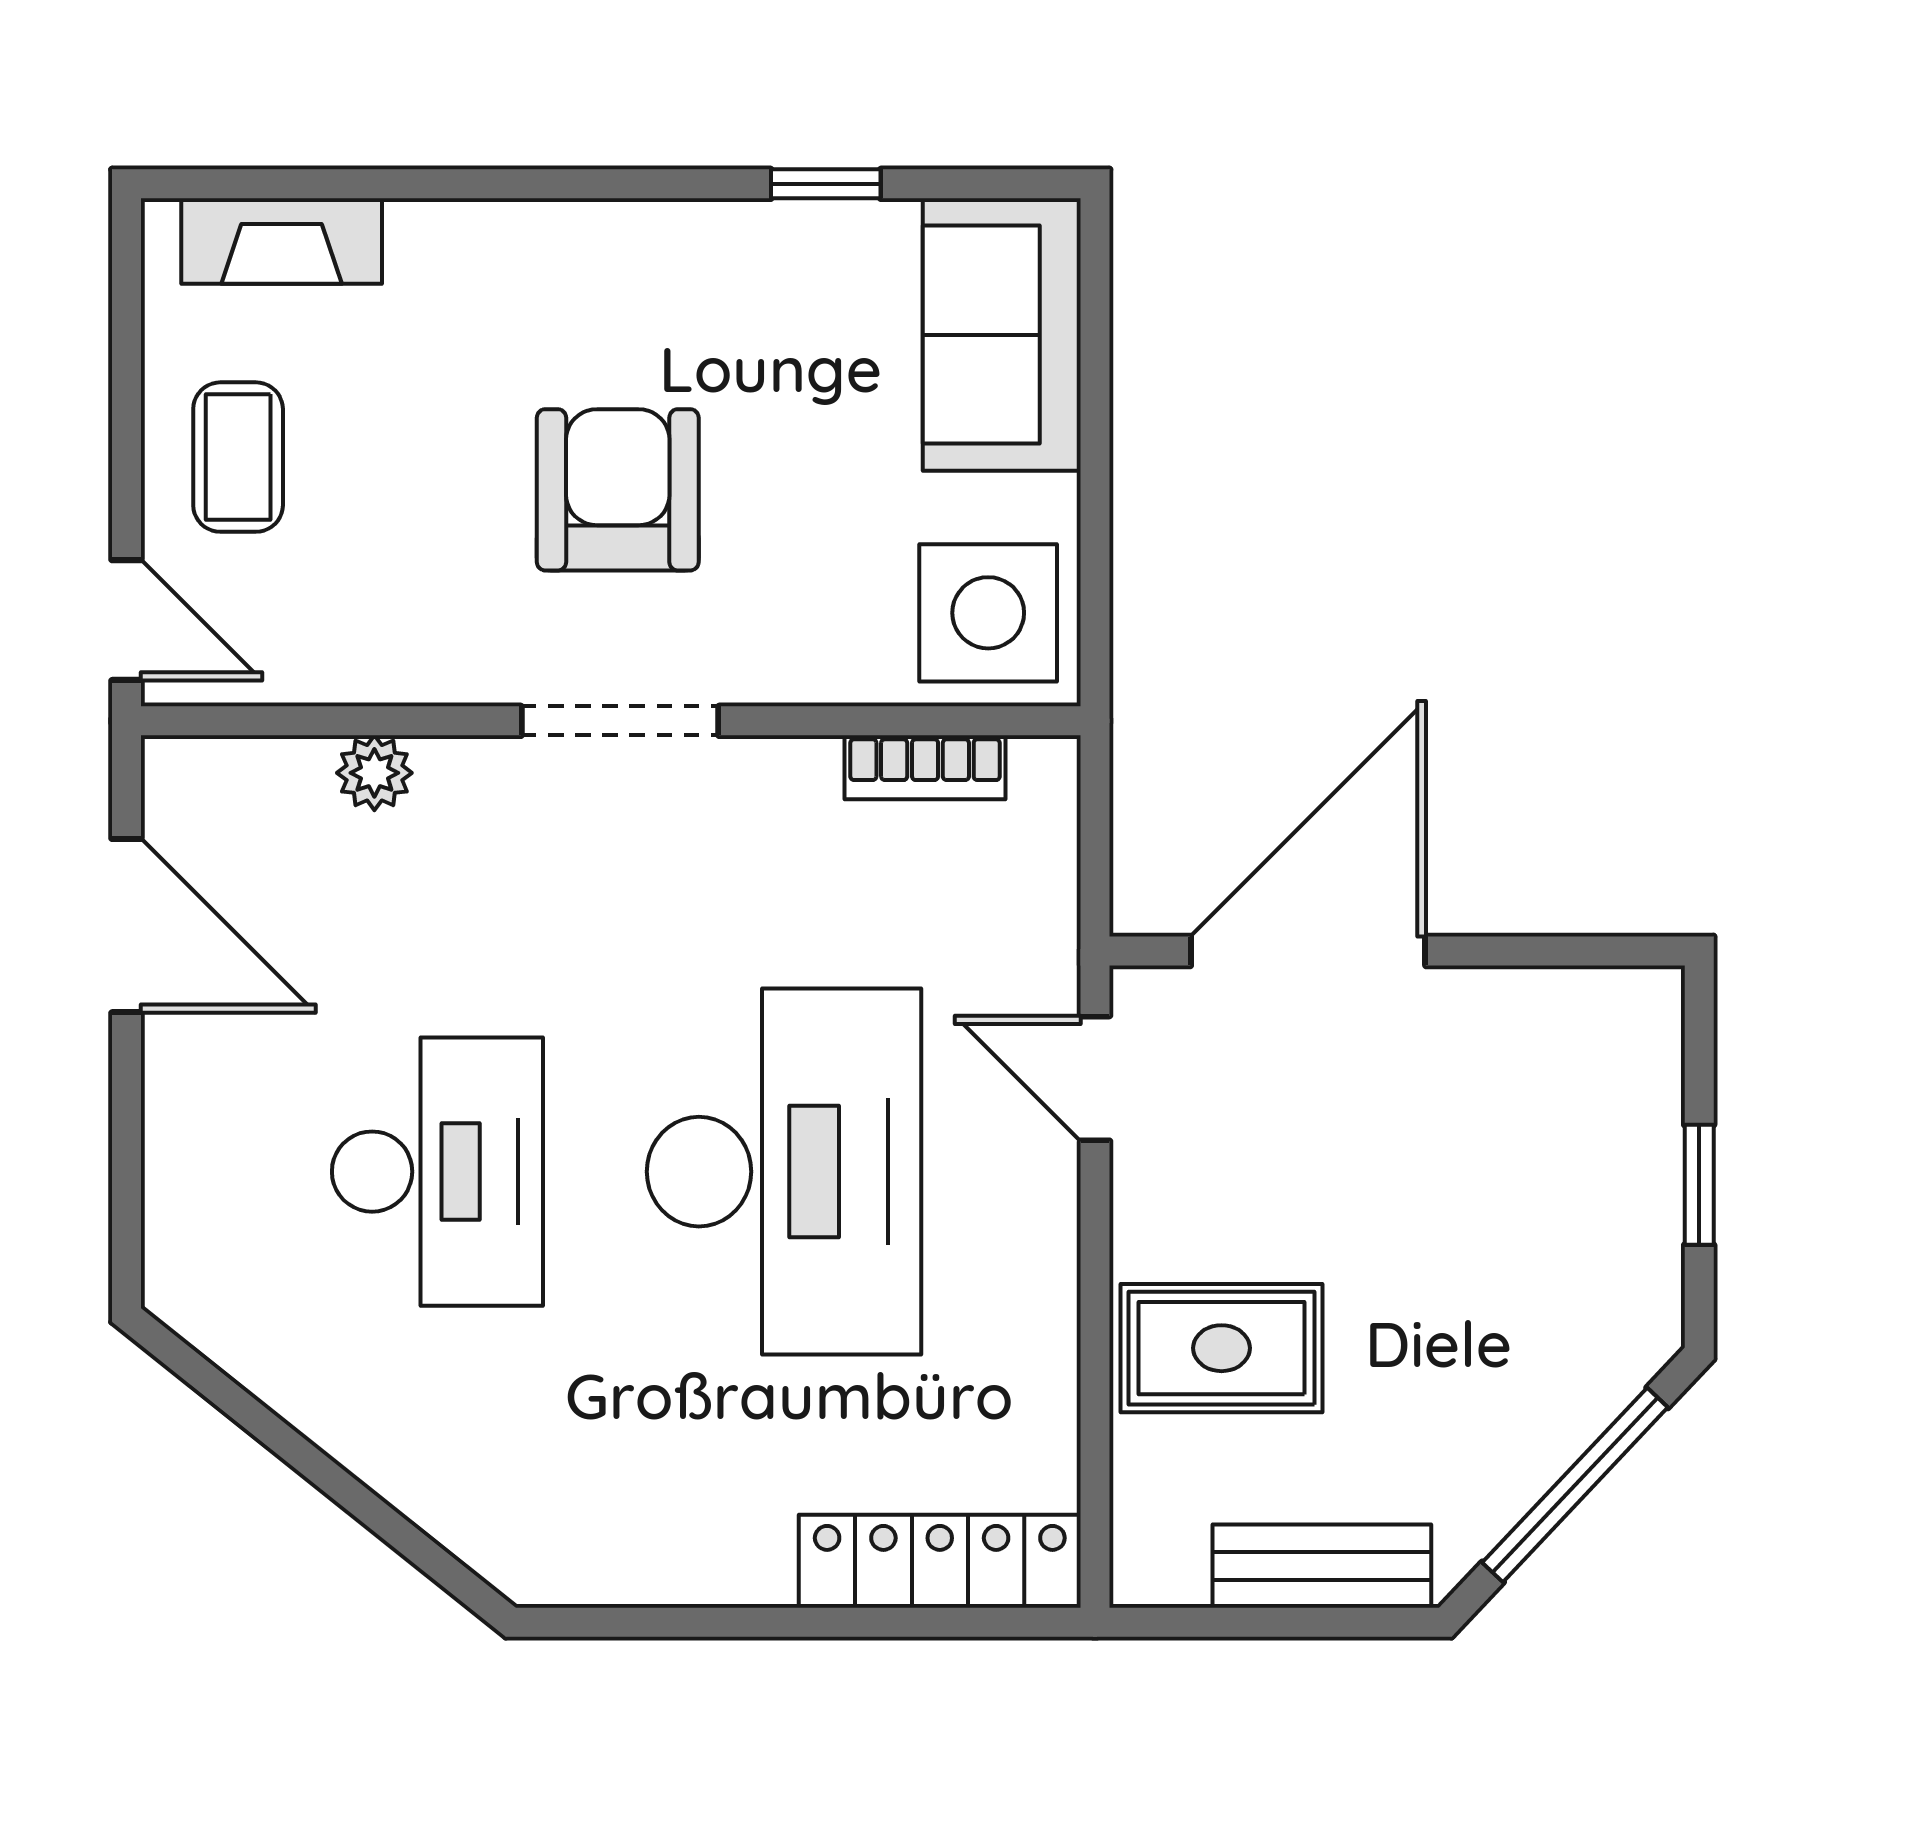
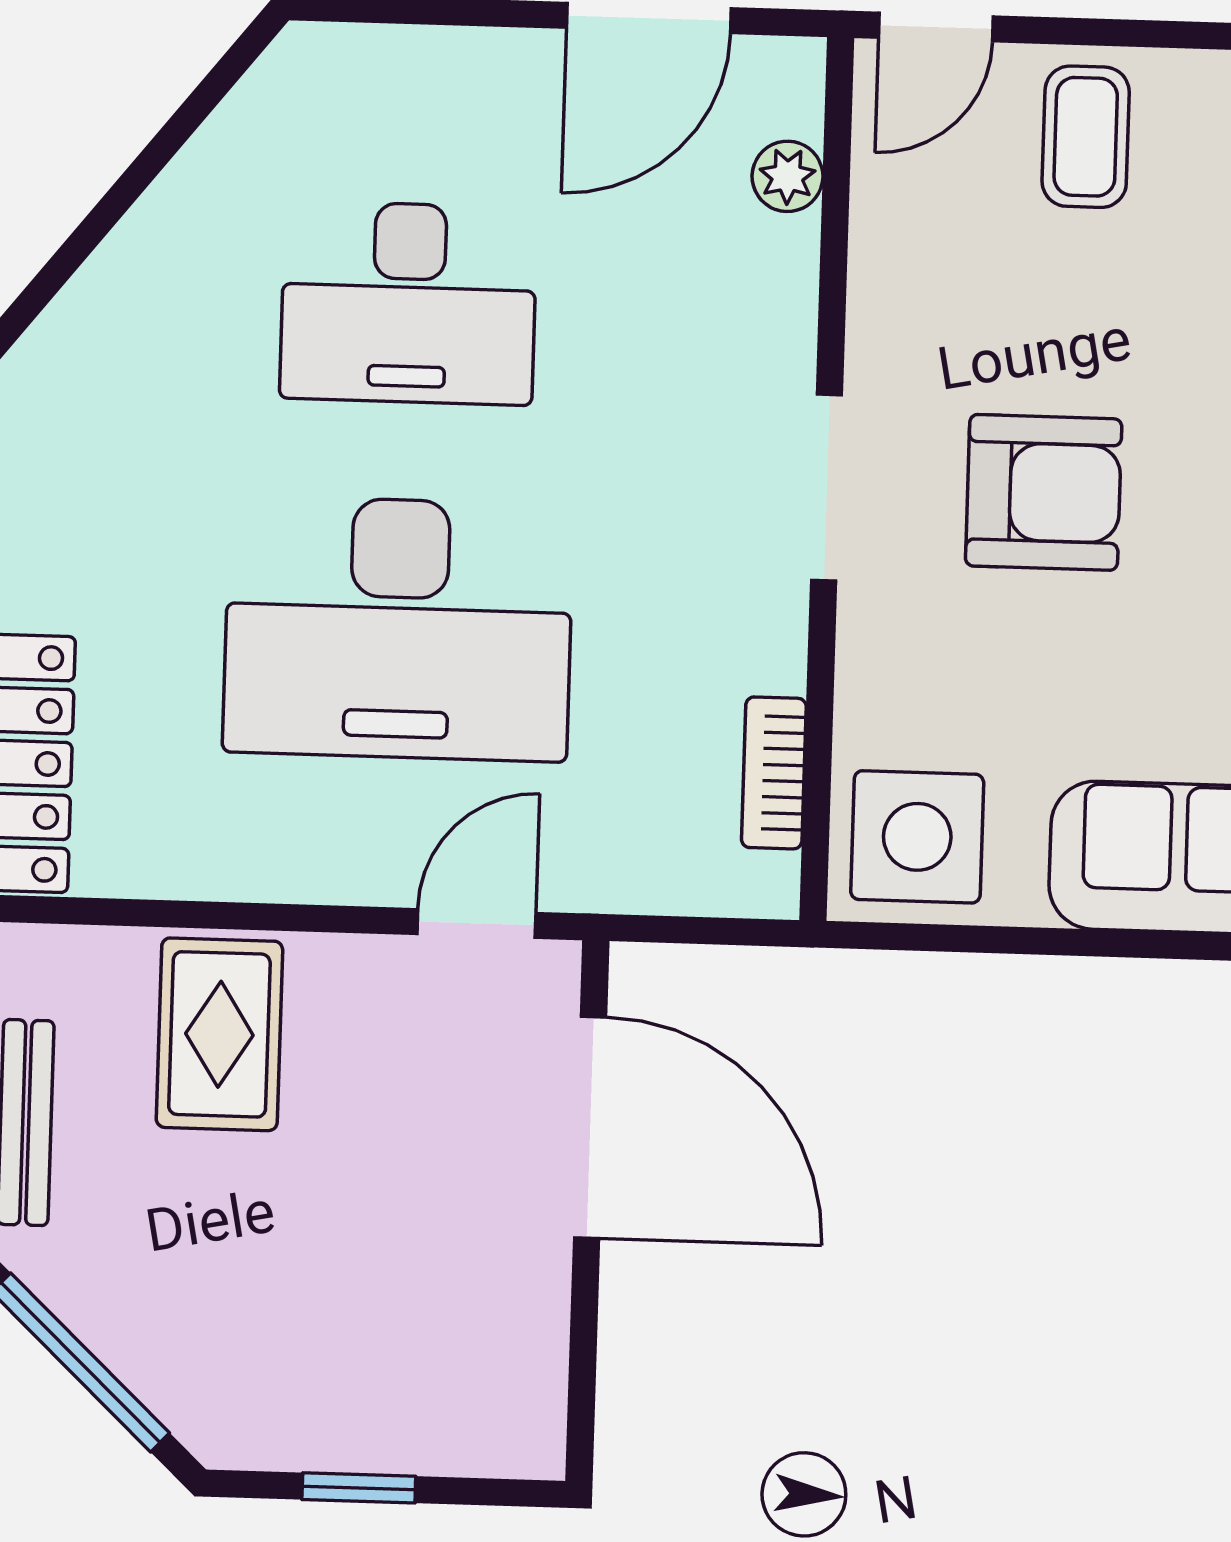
coffee table: (238, 457) -> (1086, 137), turned 90
plant: (374, 773) -> (787, 176), moved

